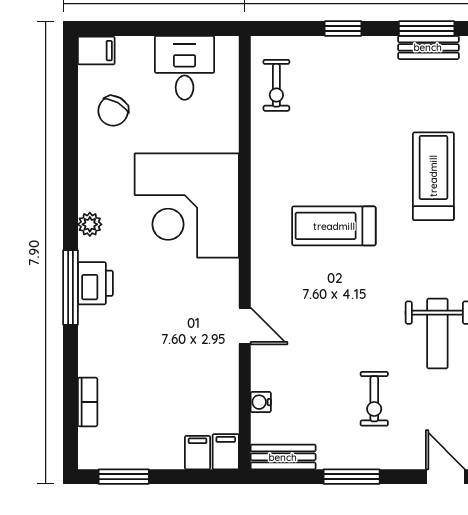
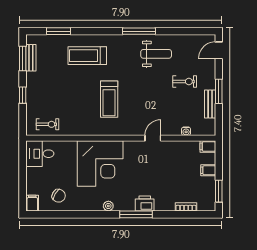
desk: (185, 68) -> (40, 154), moved
printer: (95, 283) -> (145, 204), moved
filing cabinet: (198, 453) -> (208, 170), moved
bench: (283, 457) -> (210, 104), moved

